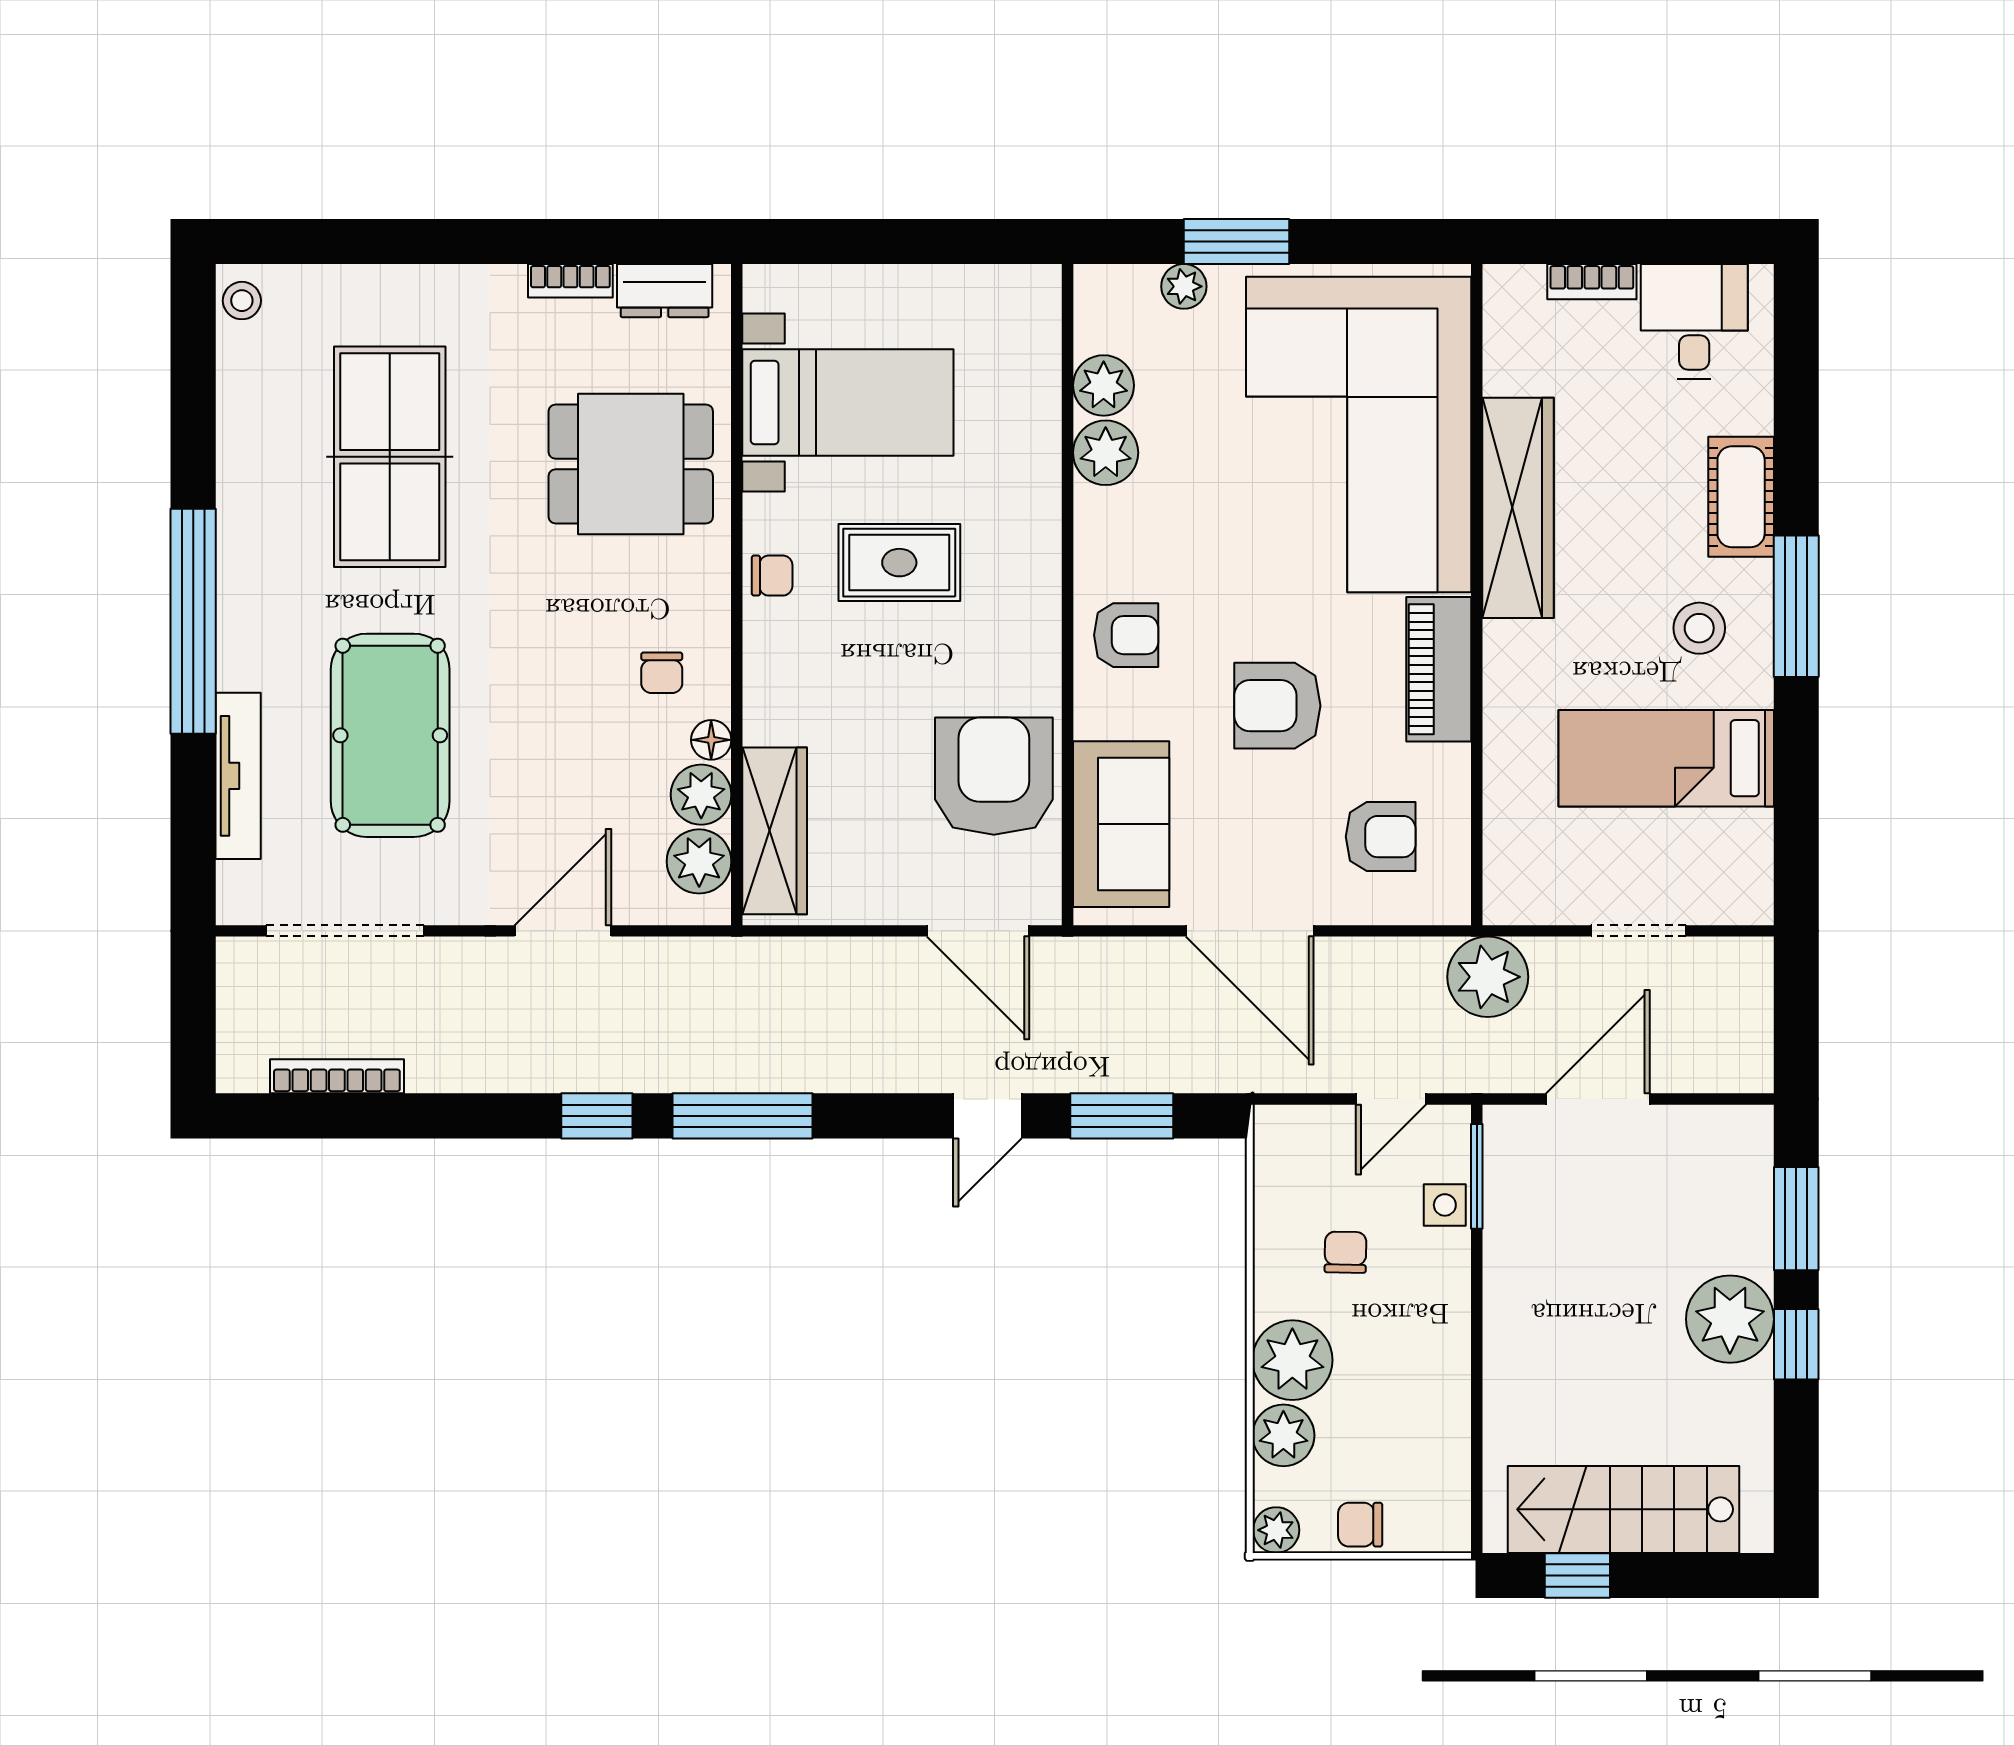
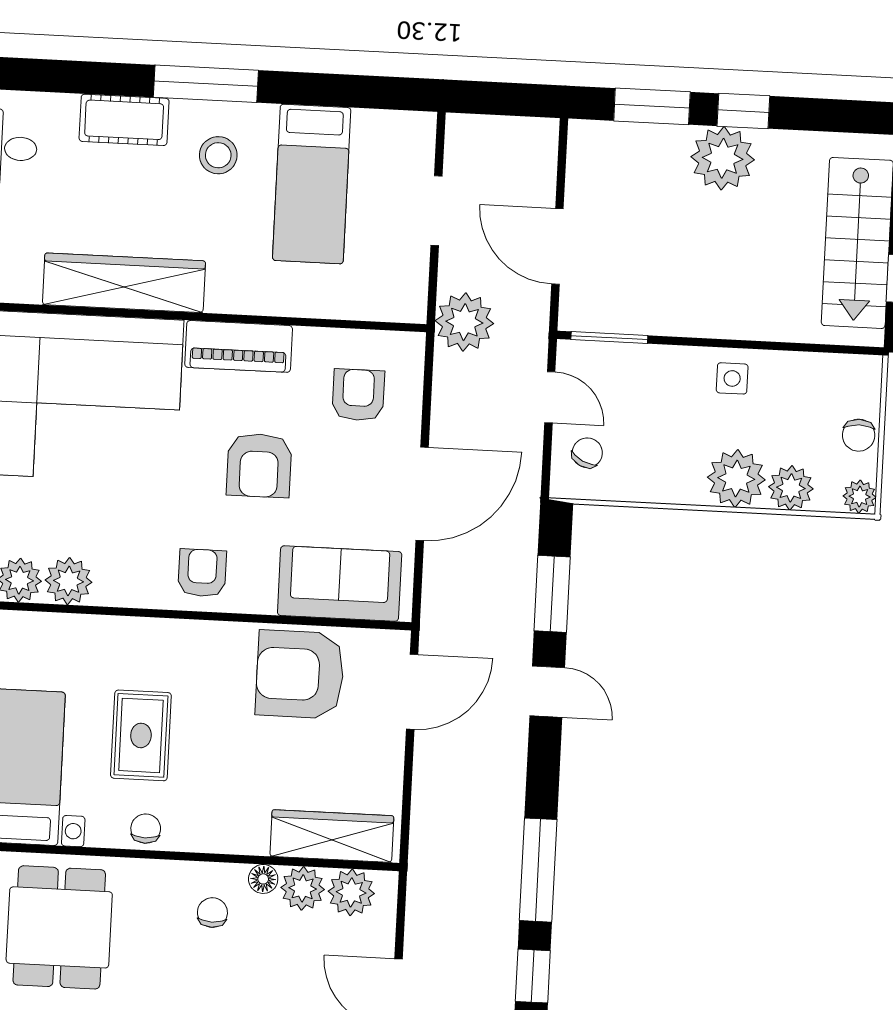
chair: (662, 673) -> (212, 913), turned -90
side table: (1445, 1205) -> (732, 378), moved
chair: (1345, 1252) -> (587, 453), moved, turned 116

